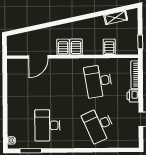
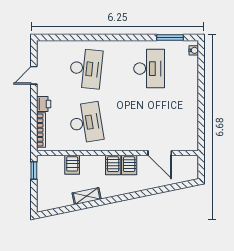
shelving: (116, 18) -> (87, 196), moved
door: (38, 57) -> (160, 153), swing flipped
desk: (99, 125) -> (86, 69), turned 30

